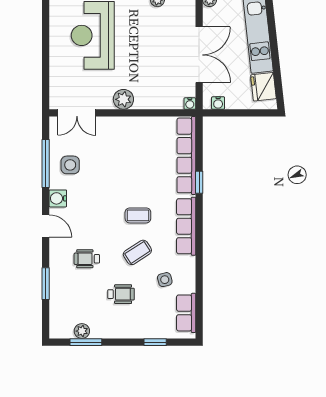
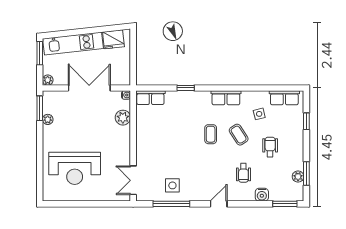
plant: (123, 99) -> (123, 118), moved
water cooler: (218, 103) -> (126, 74), removed
double door: (77, 113) -> (133, 180), swing flipped
row of seats: (186, 155) -> (150, 98), width x0.50
water cooler: (58, 198) -> (262, 195), moved
row of seats: (186, 226) -> (226, 98), width x0.68
window: (46, 284) -> (285, 204), moved

